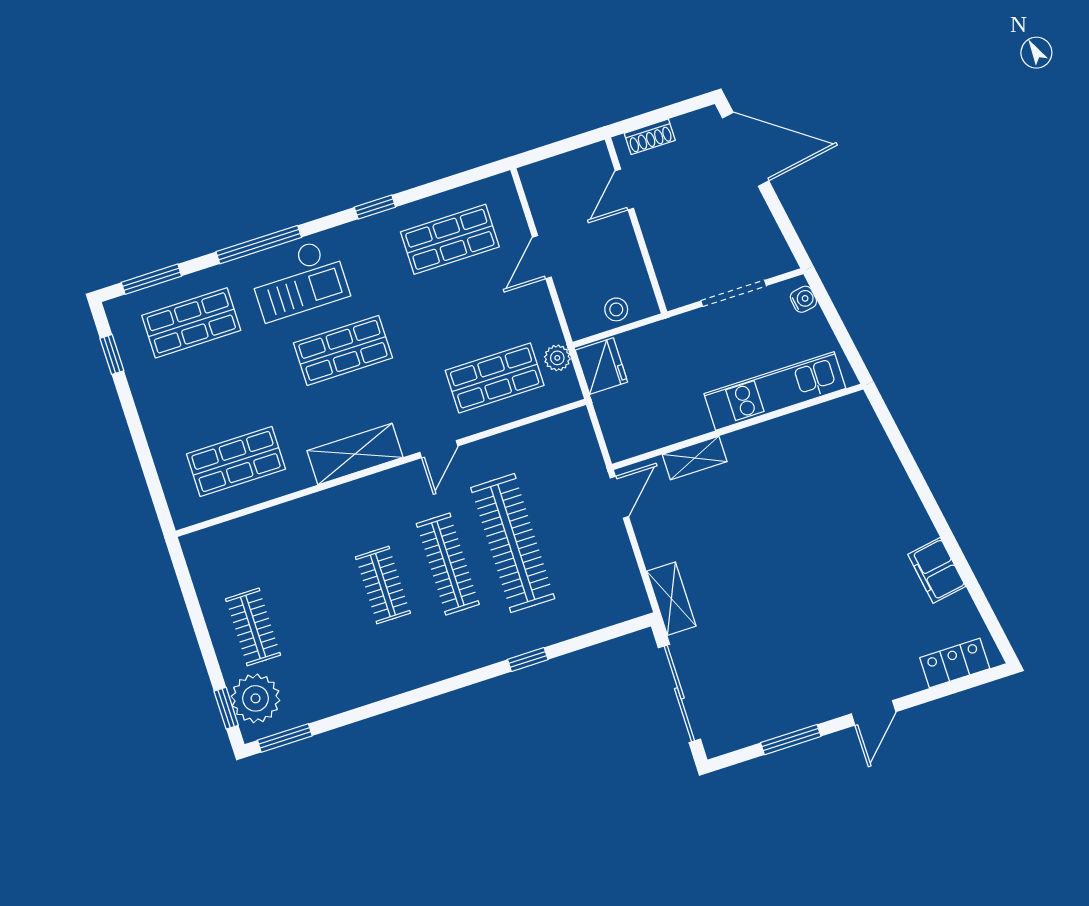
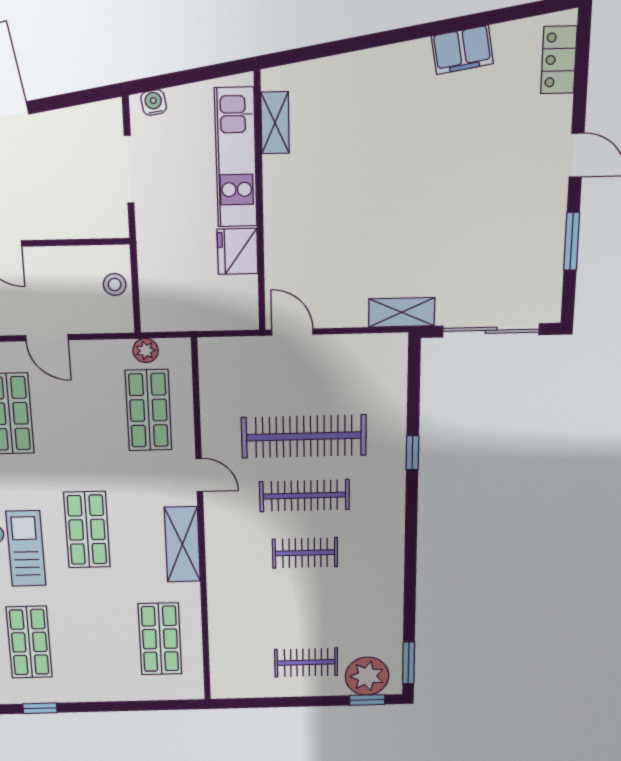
fridge: (601, 366) -> (238, 251), moved, turned -90
shelving: (695, 458) -> (275, 123), moved

